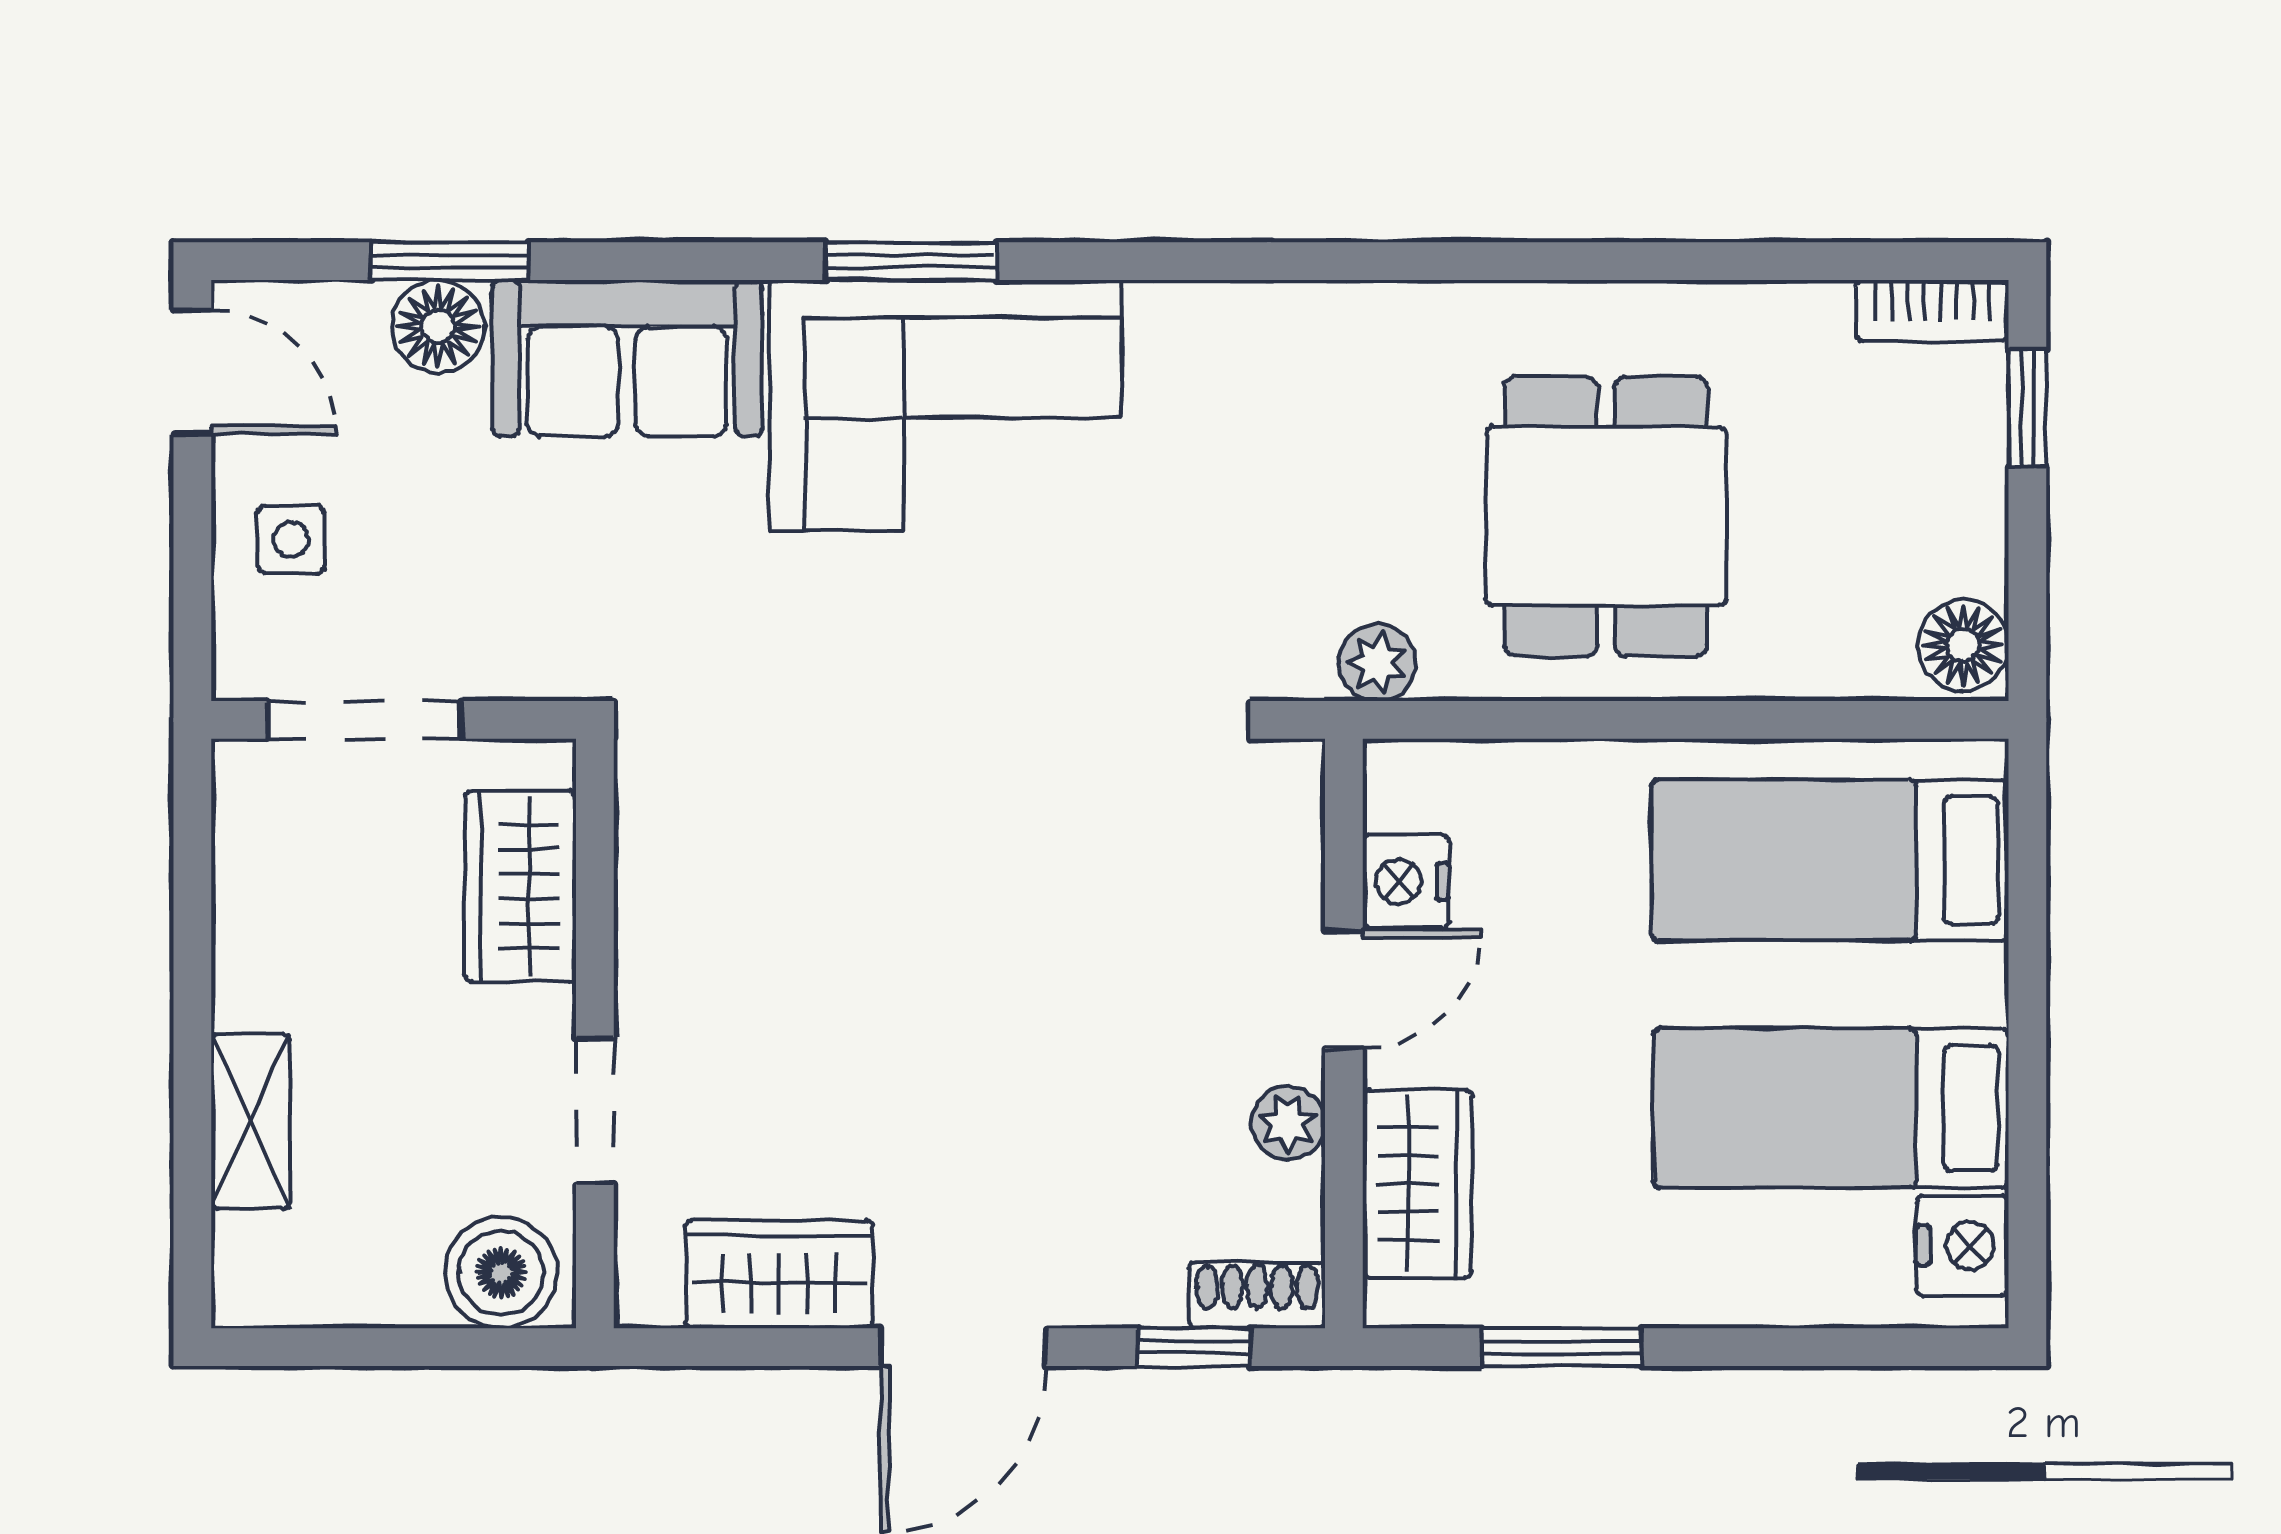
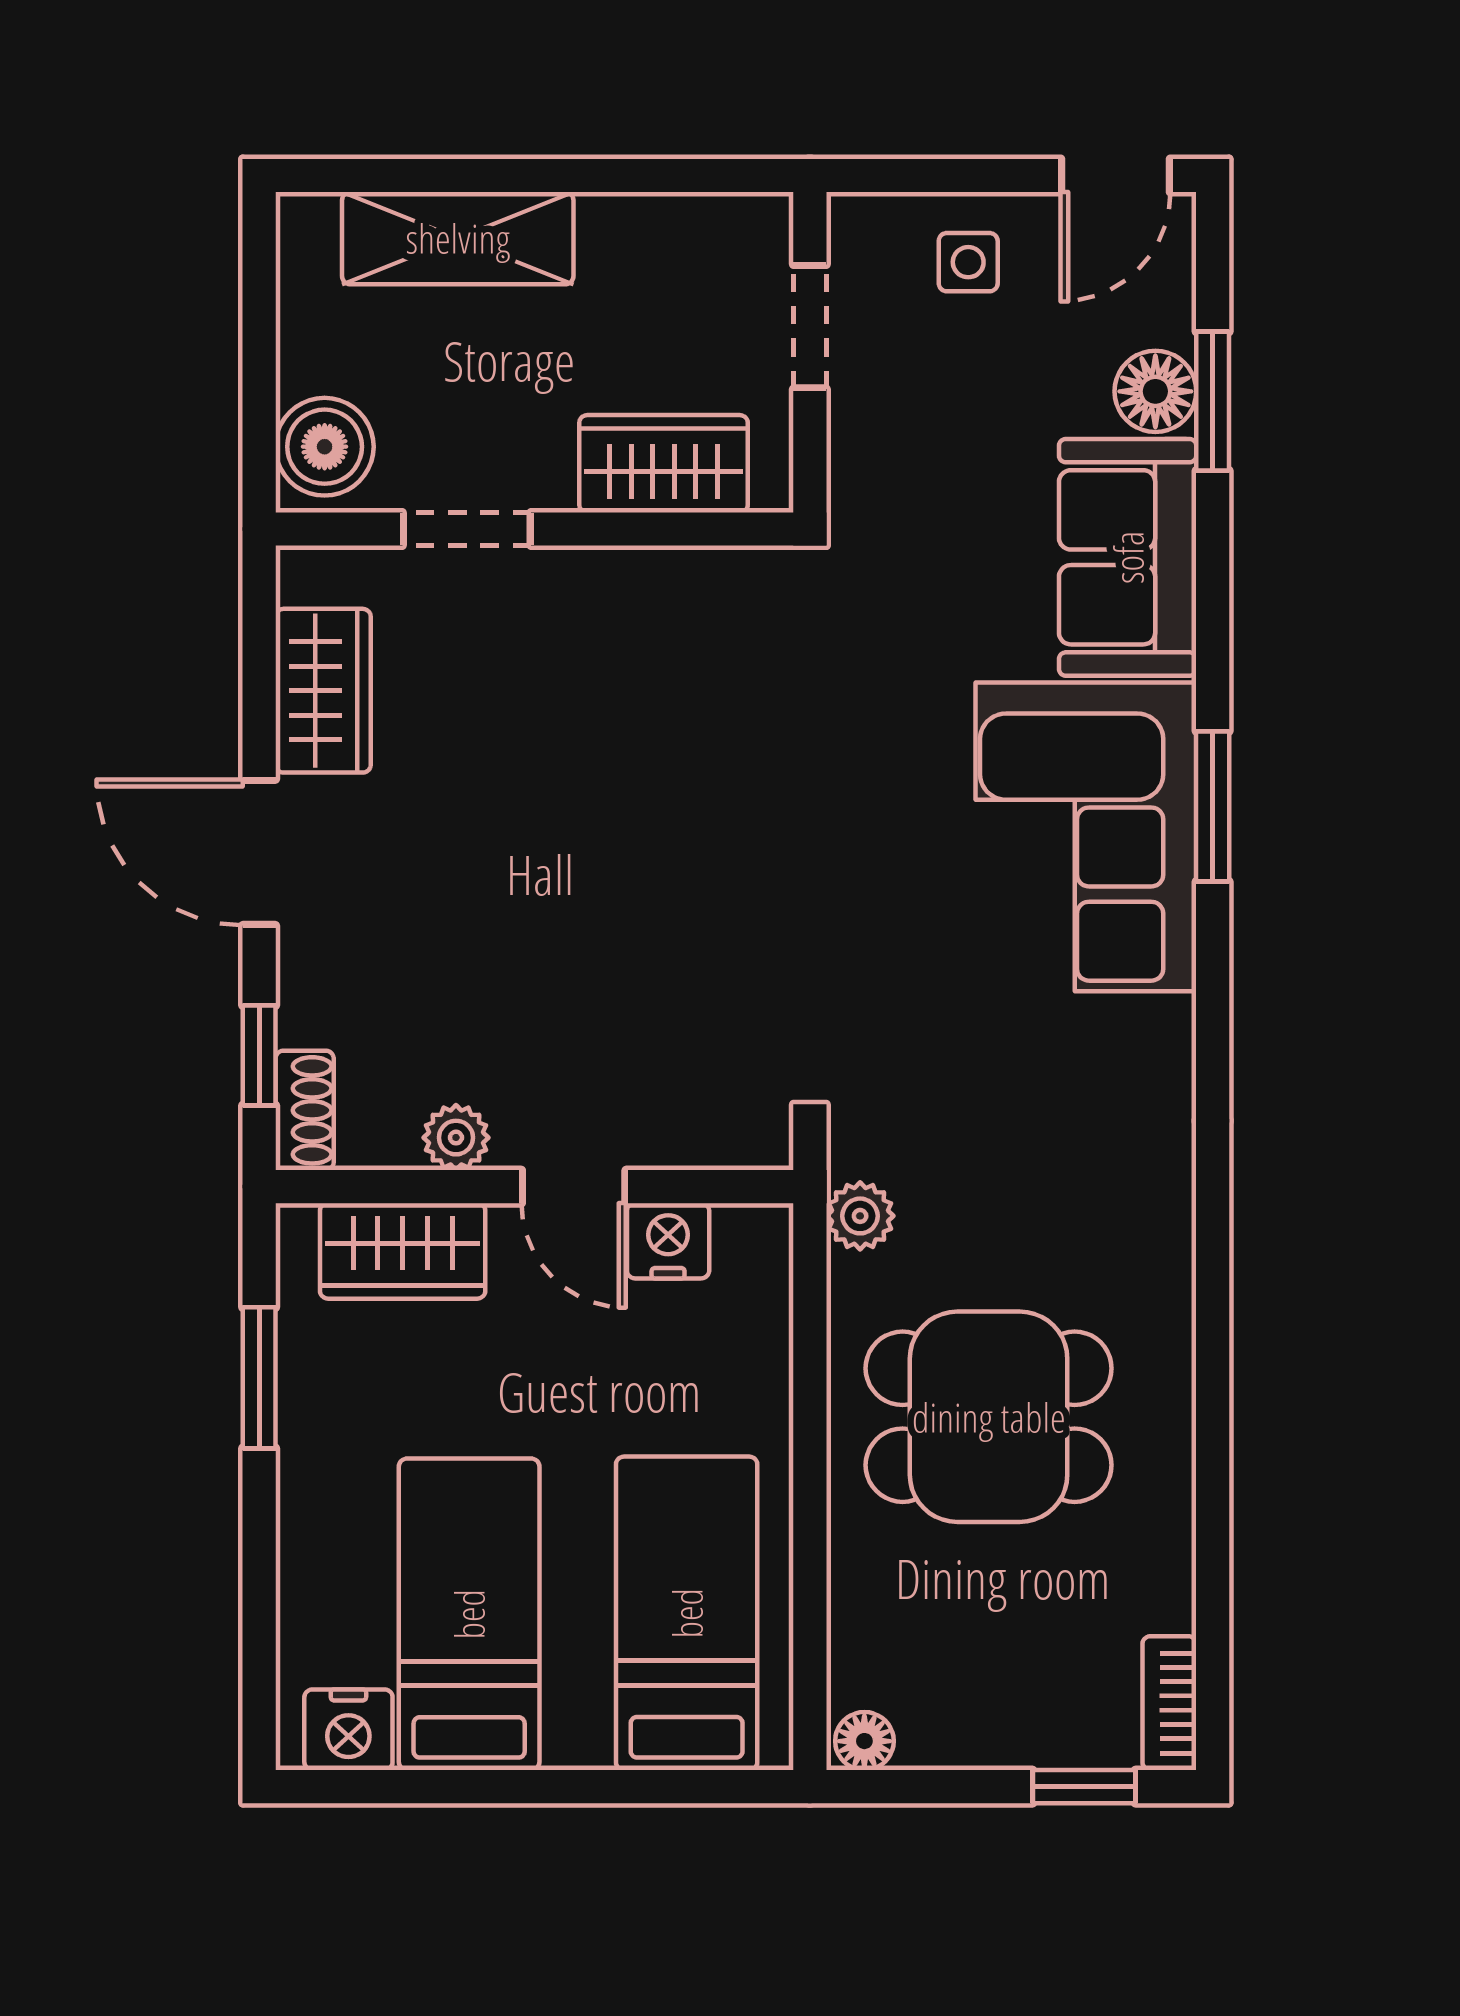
floor lamp: (1963, 645) -> (864, 1741), width x0.73, depth x0.73
doorway: (365, 720) -> (810, 327), width x0.73
shelving: (251, 1121) -> (458, 238), width x1.50, depth x1.33

